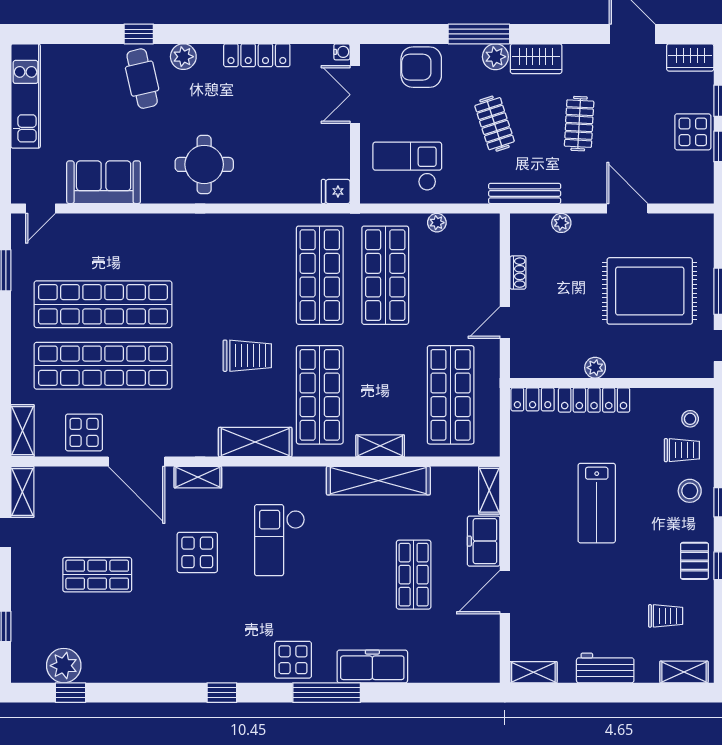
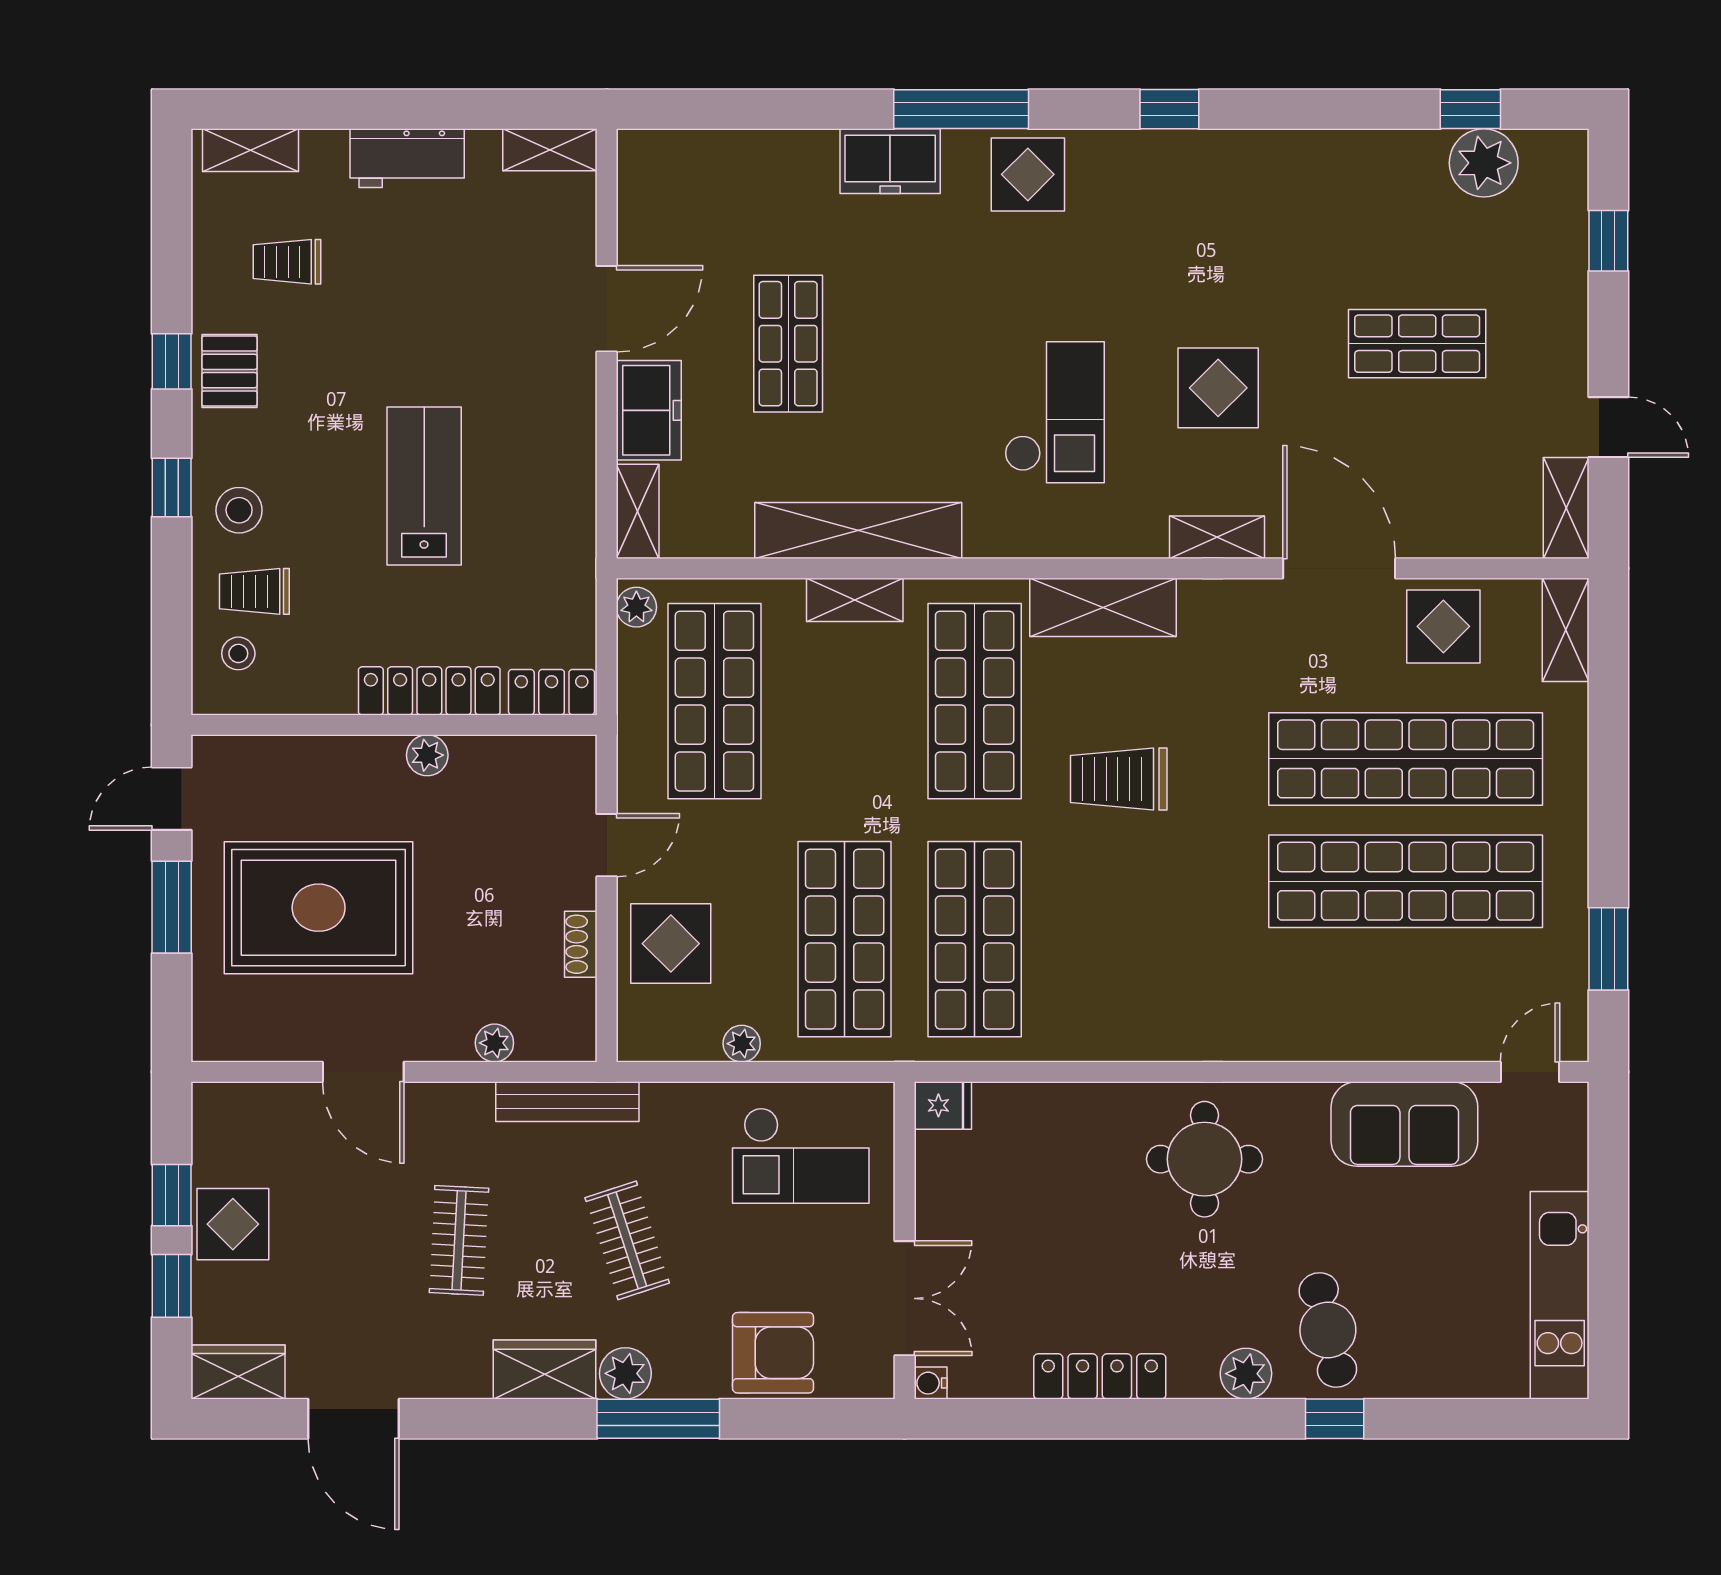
display table: (473, 273) -> (671, 944), added
plant: (490, 442) -> (636, 607), added
freezer: (372, 666) -> (890, 161), width x0.71

